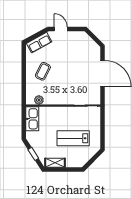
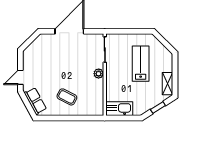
plant: (39, 100) -> (99, 74), moved
lab bench: (73, 138) -> (141, 64), turned 180

